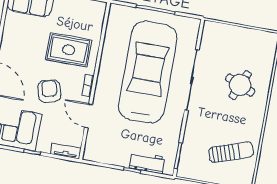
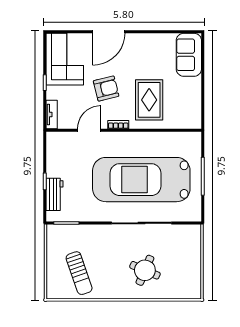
car: (148, 72) -> (141, 180), turned 180

